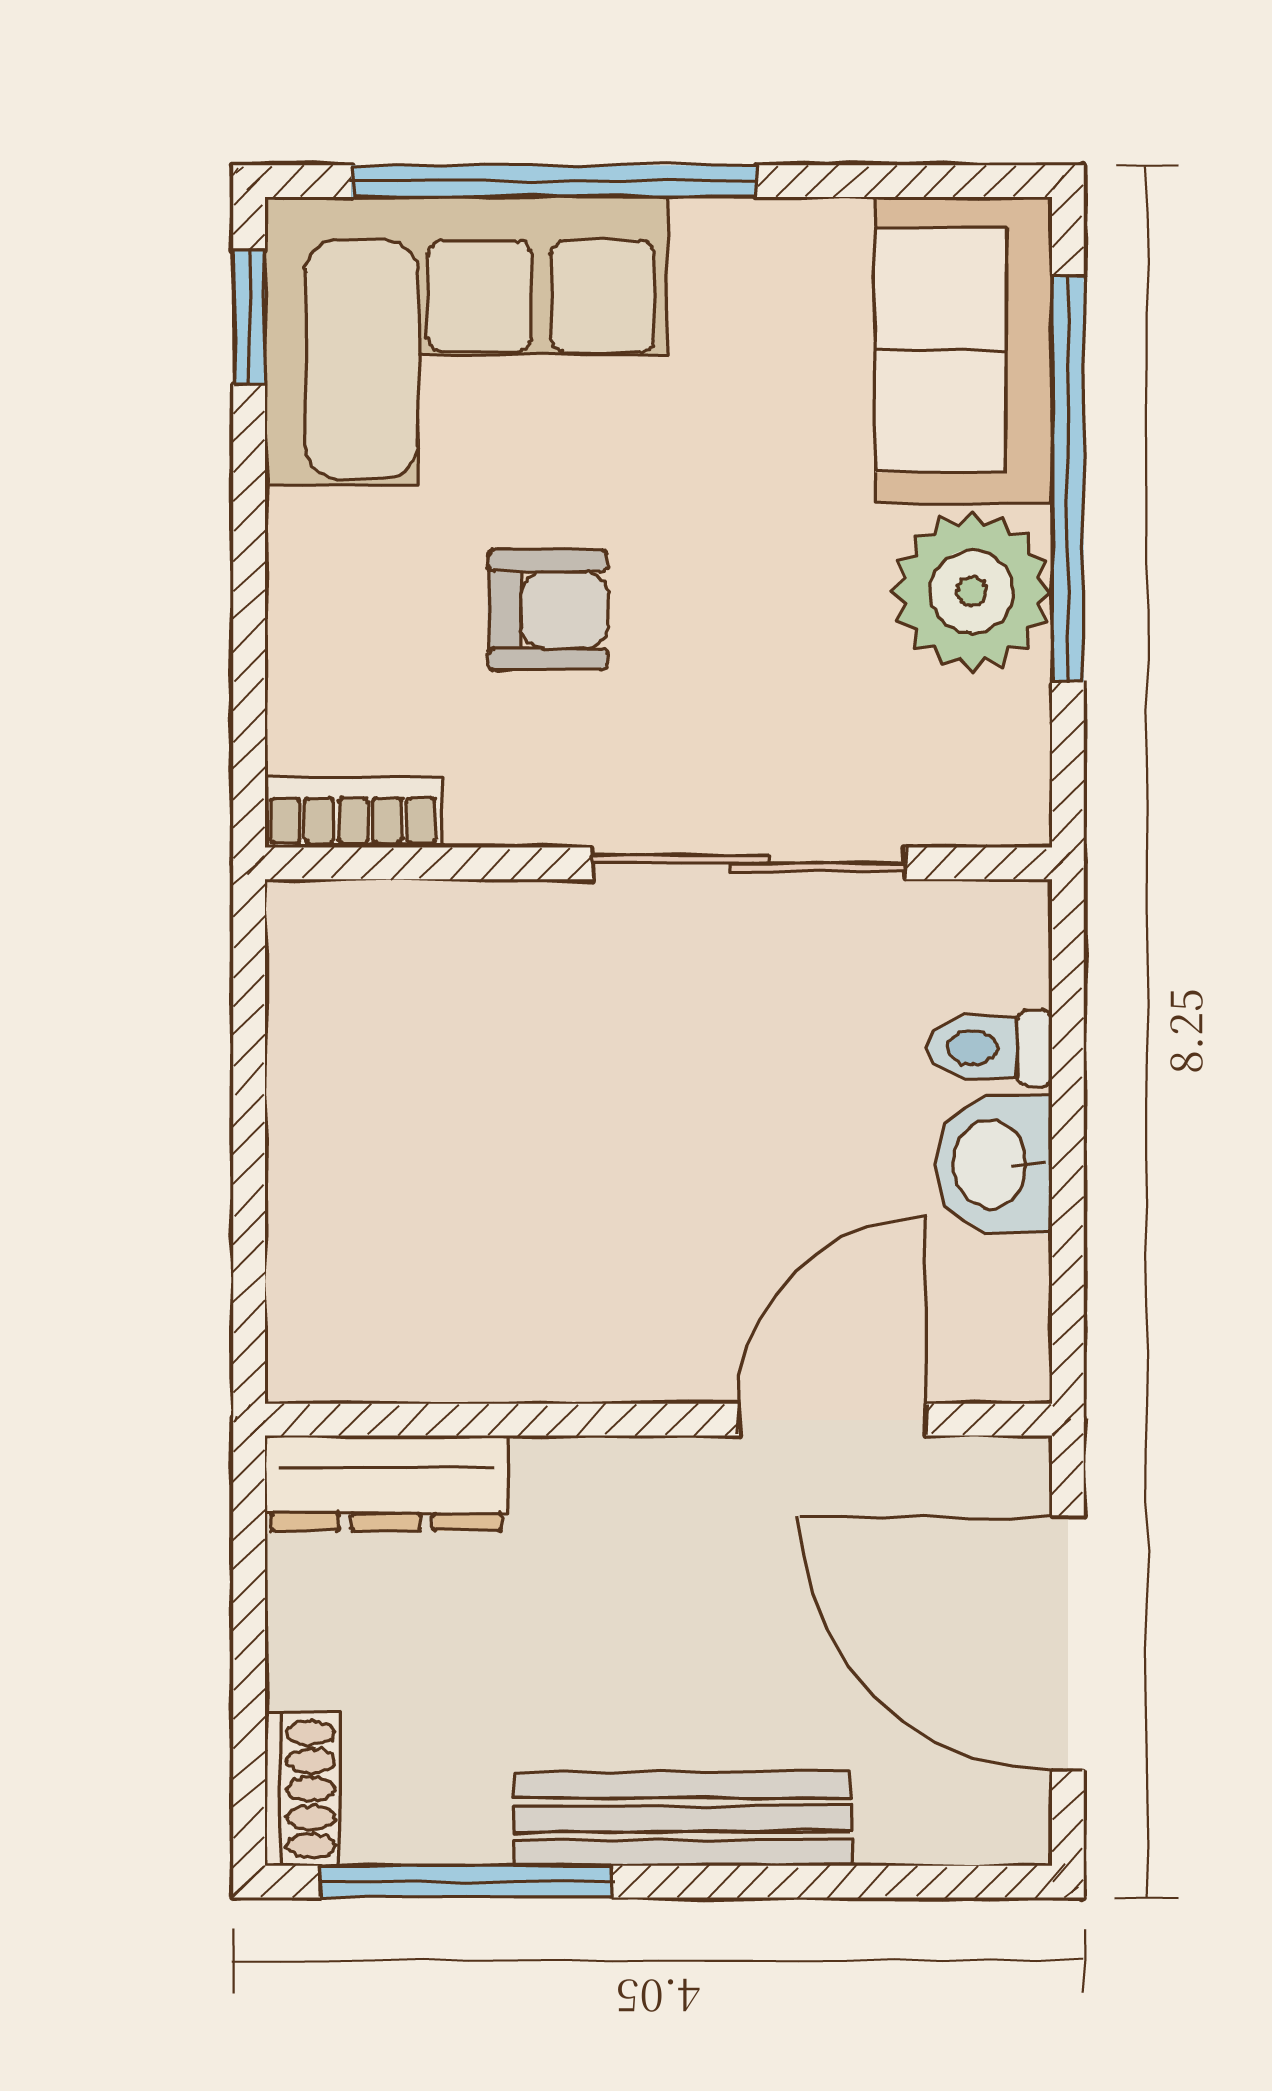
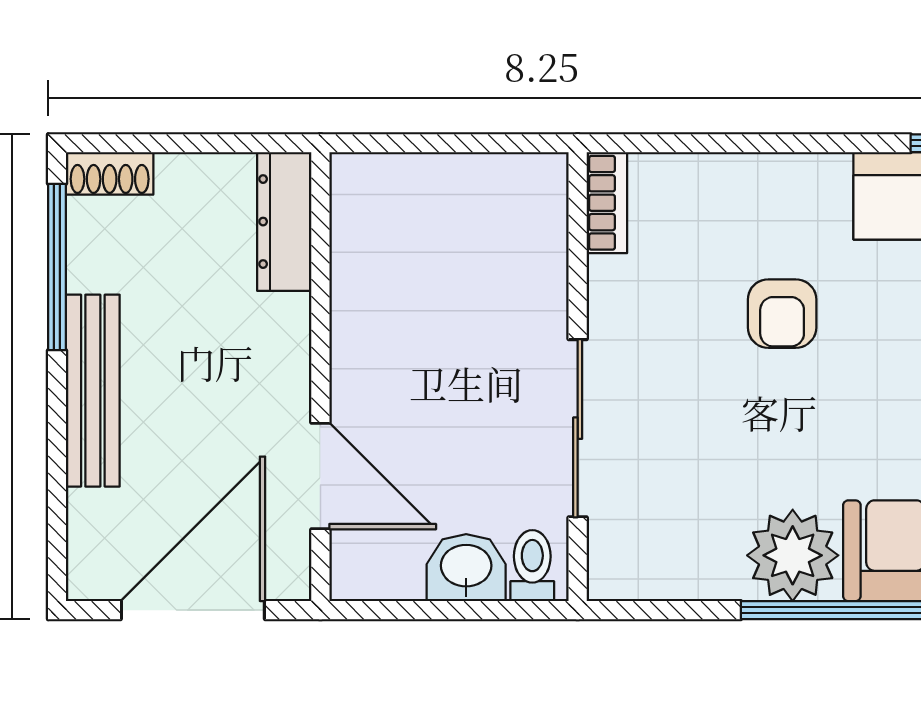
bookcase: (353, 812) -> (607, 203), moved
wall: (658, 863) -> (578, 377), moved
sliding door: (749, 863) -> (578, 428), moved

